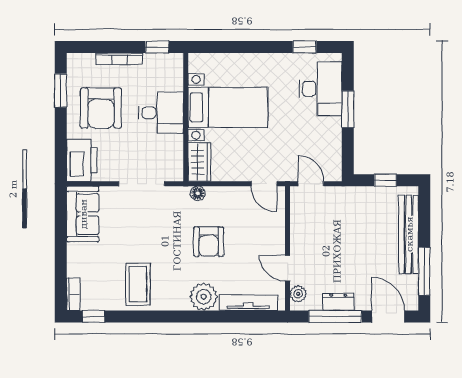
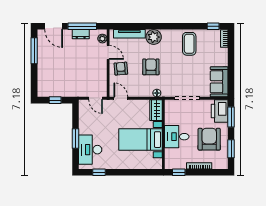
window: (61, 149) -> (231, 117), added
bench: (409, 234) -> (43, 71), removed
armchair: (264, 238) -> (121, 69), added

